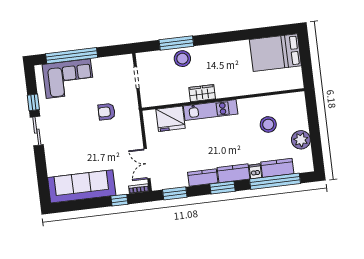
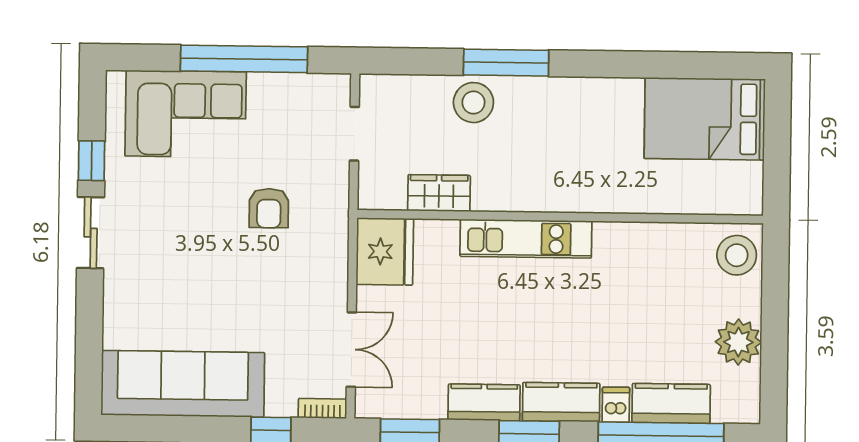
window: (176, 43) -> (506, 63), moved
window: (72, 56) -> (244, 59), moved
wardrobe: (202, 93) -> (439, 193), moved
armchair: (107, 112) -> (269, 208), turned -90
fridge: (170, 119) -> (385, 251), moved, turned -90
stool: (268, 124) -> (737, 255), moved
double door: (147, 164) -> (351, 350), swing flipped

